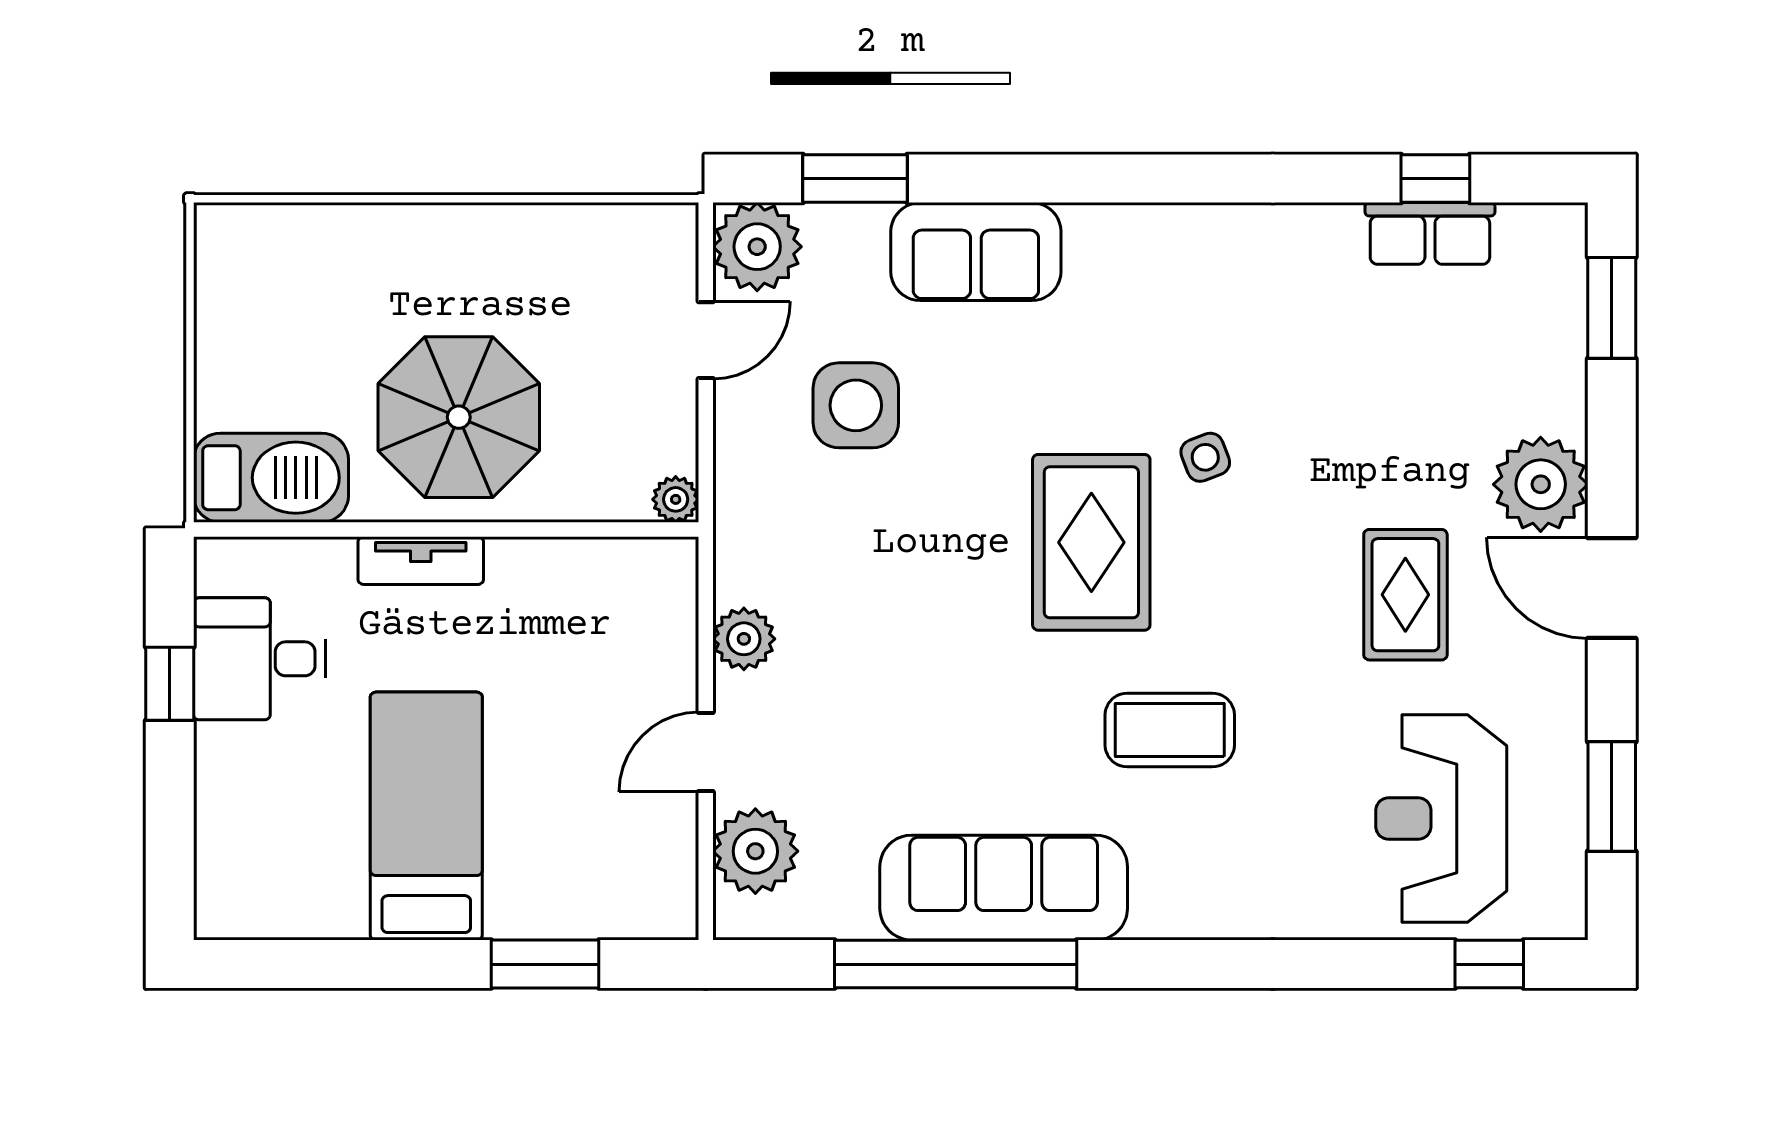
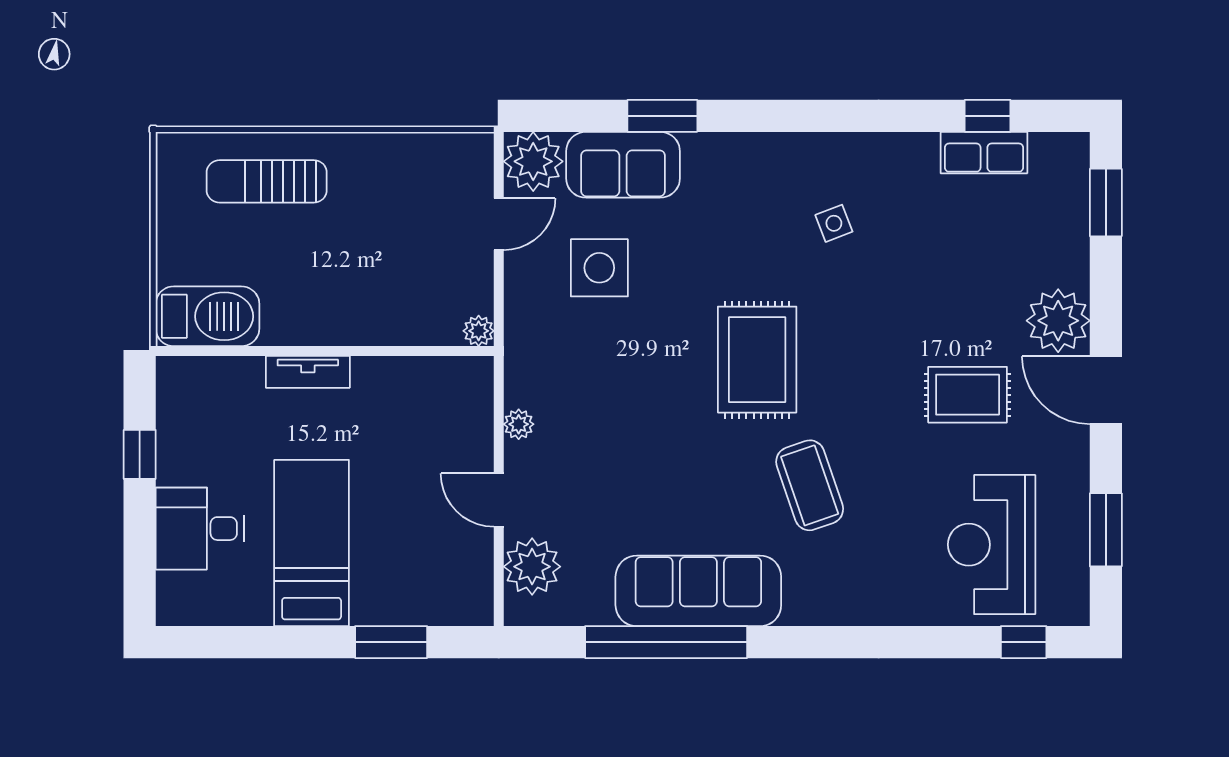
window: (855, 179) -> (662, 116), moved
sofa: (976, 252) -> (623, 165), moved
sun lounger: (359, 276) -> (267, 181), added
parasol: (459, 417) -> (333, 276), removed
side table: (1205, 457) -> (834, 223), moved
rug: (1405, 595) -> (968, 395), turned 90
plant: (744, 639) -> (519, 424), width x0.73, depth x0.73
desk: (260, 659) -> (200, 529), moved
coffee table: (1170, 730) -> (810, 485), turned 71
door: (706, 752) -> (499, 500), hinge flipped

